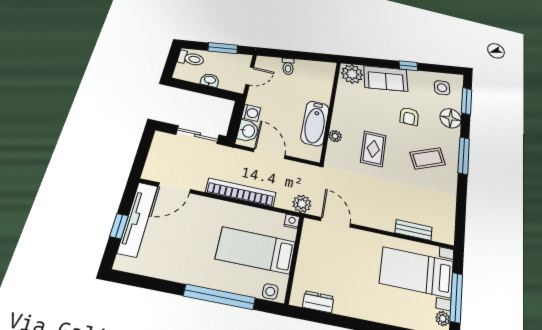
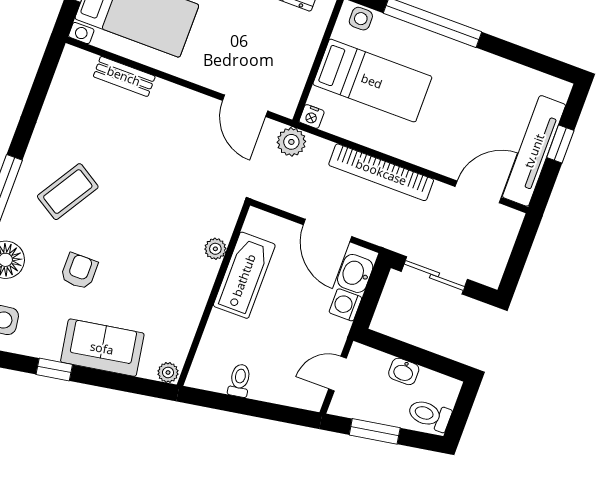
toilet: (288, 66) -> (240, 380), moved
plant: (352, 74) -> (168, 372), width x0.53, depth x0.53
rug: (373, 149) -> (156, 219), removed
coffee table: (428, 158) -> (68, 192), turned -36

